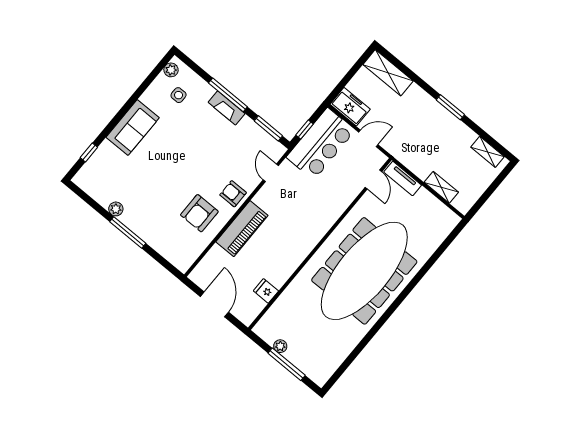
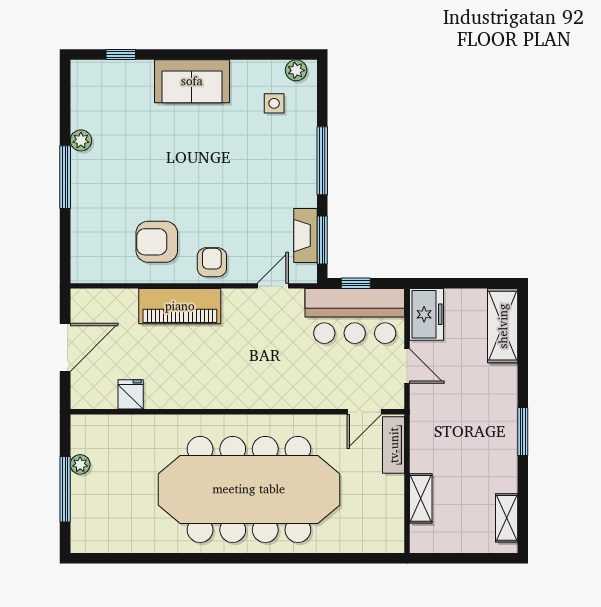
fireplace: (227, 108) -> (305, 236), moved

